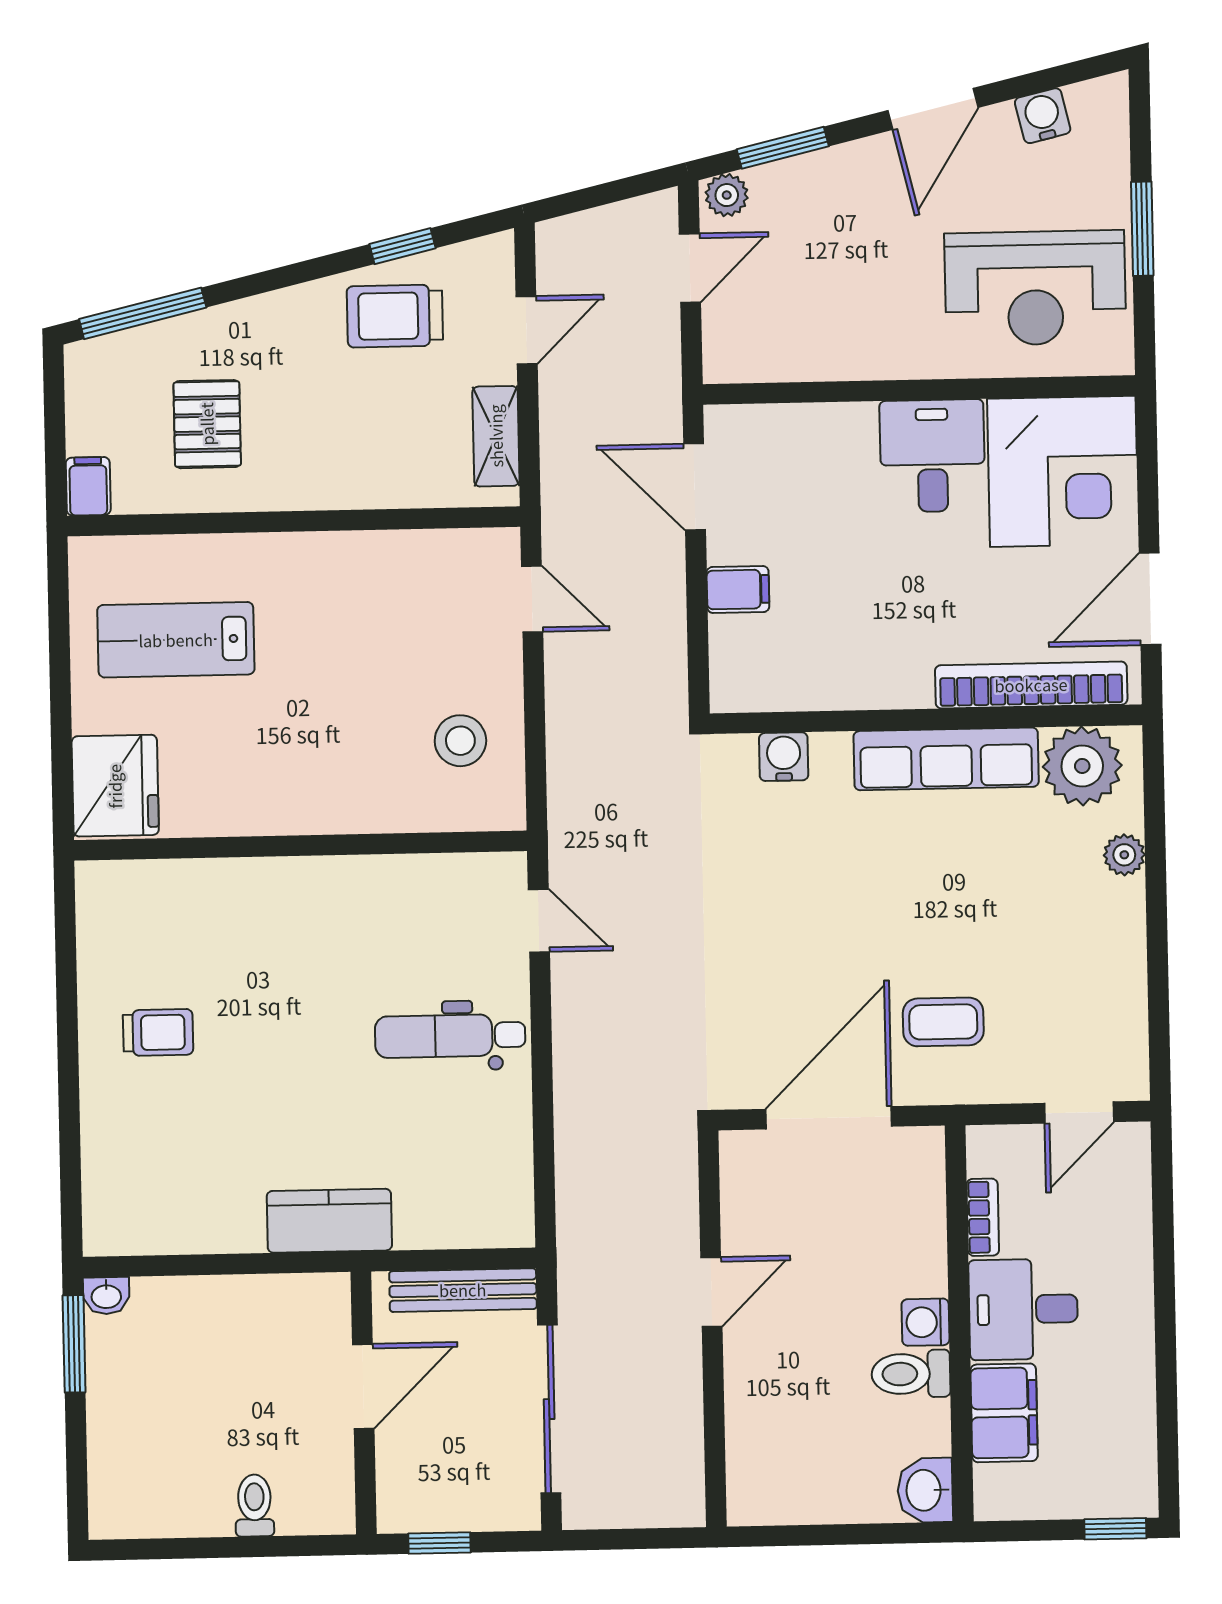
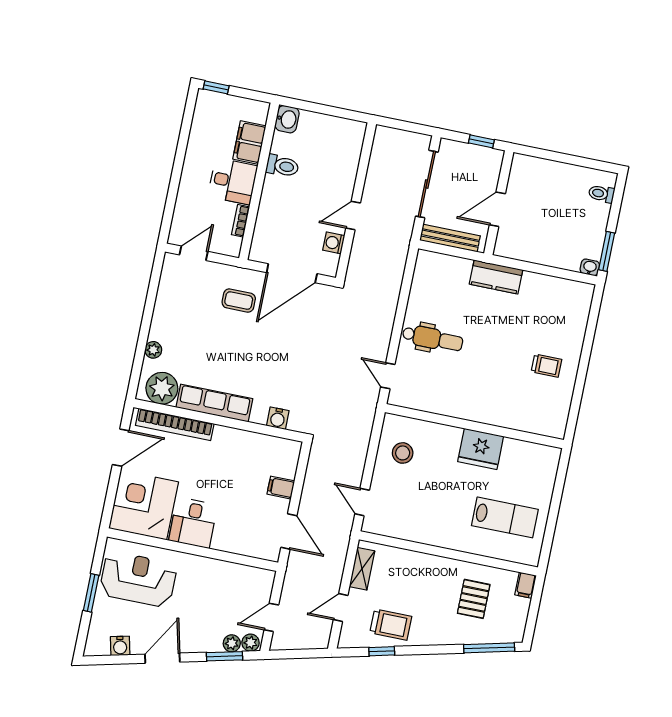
plant: (772, 183) -> (232, 643), added
fridge: (115, 786) -> (481, 449), moved, turned -90
trolley: (158, 1032) -> (546, 366), turned 180
washing machine: (925, 1322) -> (334, 243), moved, turned 180
toilet: (254, 1505) -> (601, 194), moved, turned 90

